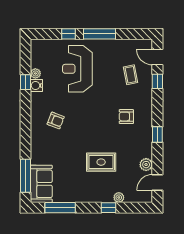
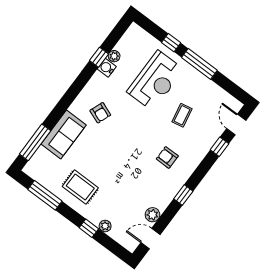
reception desk: (77, 69) -> (155, 81), turned 180
coffee table: (131, 75) -> (182, 115), moved
rug: (101, 162) -> (80, 187), moved
sofa: (41, 184) -> (64, 134), moved

